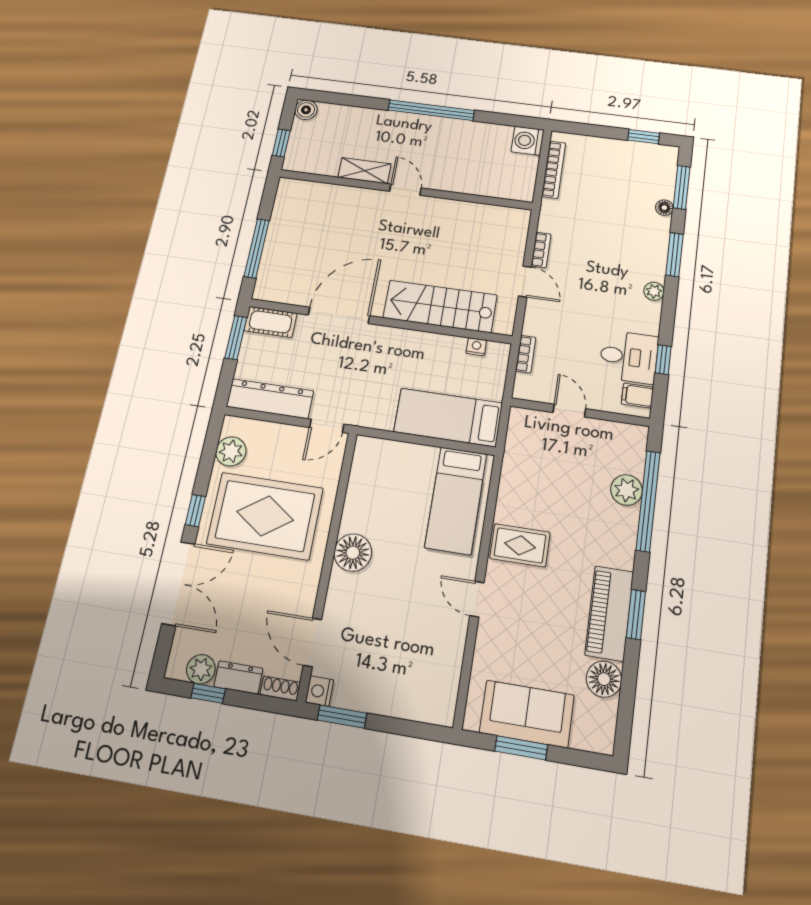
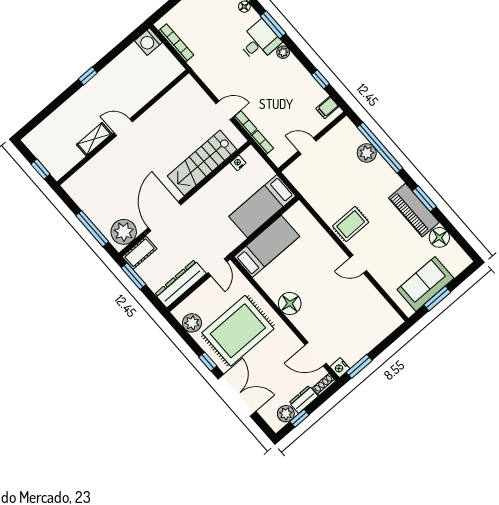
boiler: (306, 110) -> (31, 141), removed
window: (431, 110) -> (88, 76), width x0.32
bookcase: (541, 250) -> (245, 123), moved
plant: (281, 285) -> (124, 232), added
desk: (629, 357) -> (259, 41), moved
bed: (456, 500) -> (267, 246), moved, turned -90

